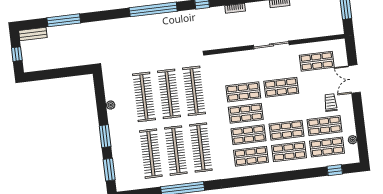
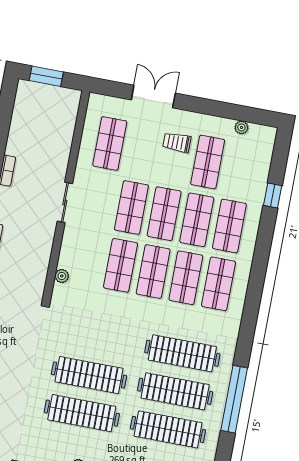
sliding door: (271, 45) -> (65, 202), width x0.73
plant: (225, 58) -> (62, 276), added
double door: (354, 79) -> (153, 96), swing flipped
clothes rail: (194, 91) -> (96, 337), removed
shop shelf: (327, 147) -> (164, 214), moved
window: (335, 170) -> (273, 195), moved

